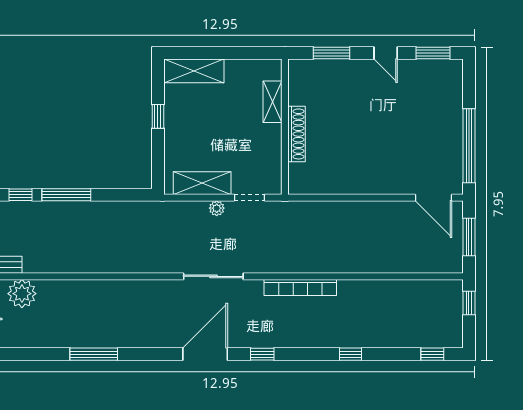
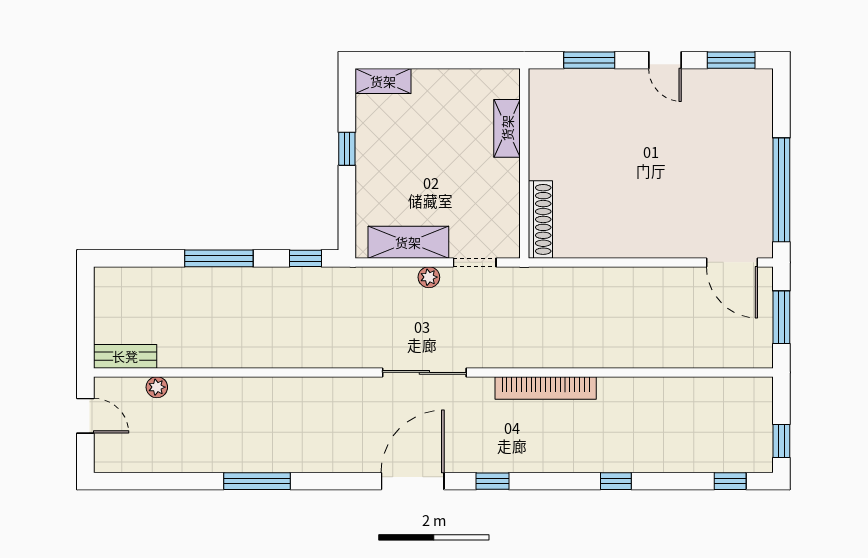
shelving: (194, 71) -> (383, 81), width x0.67, depth x0.75
shoe rack: (296, 134) -> (540, 219), moved
window: (21, 195) -> (306, 258), moved
plant: (22, 294) -> (157, 387), width x0.53, depth x0.53
window: (469, 303) -> (781, 441), moved

